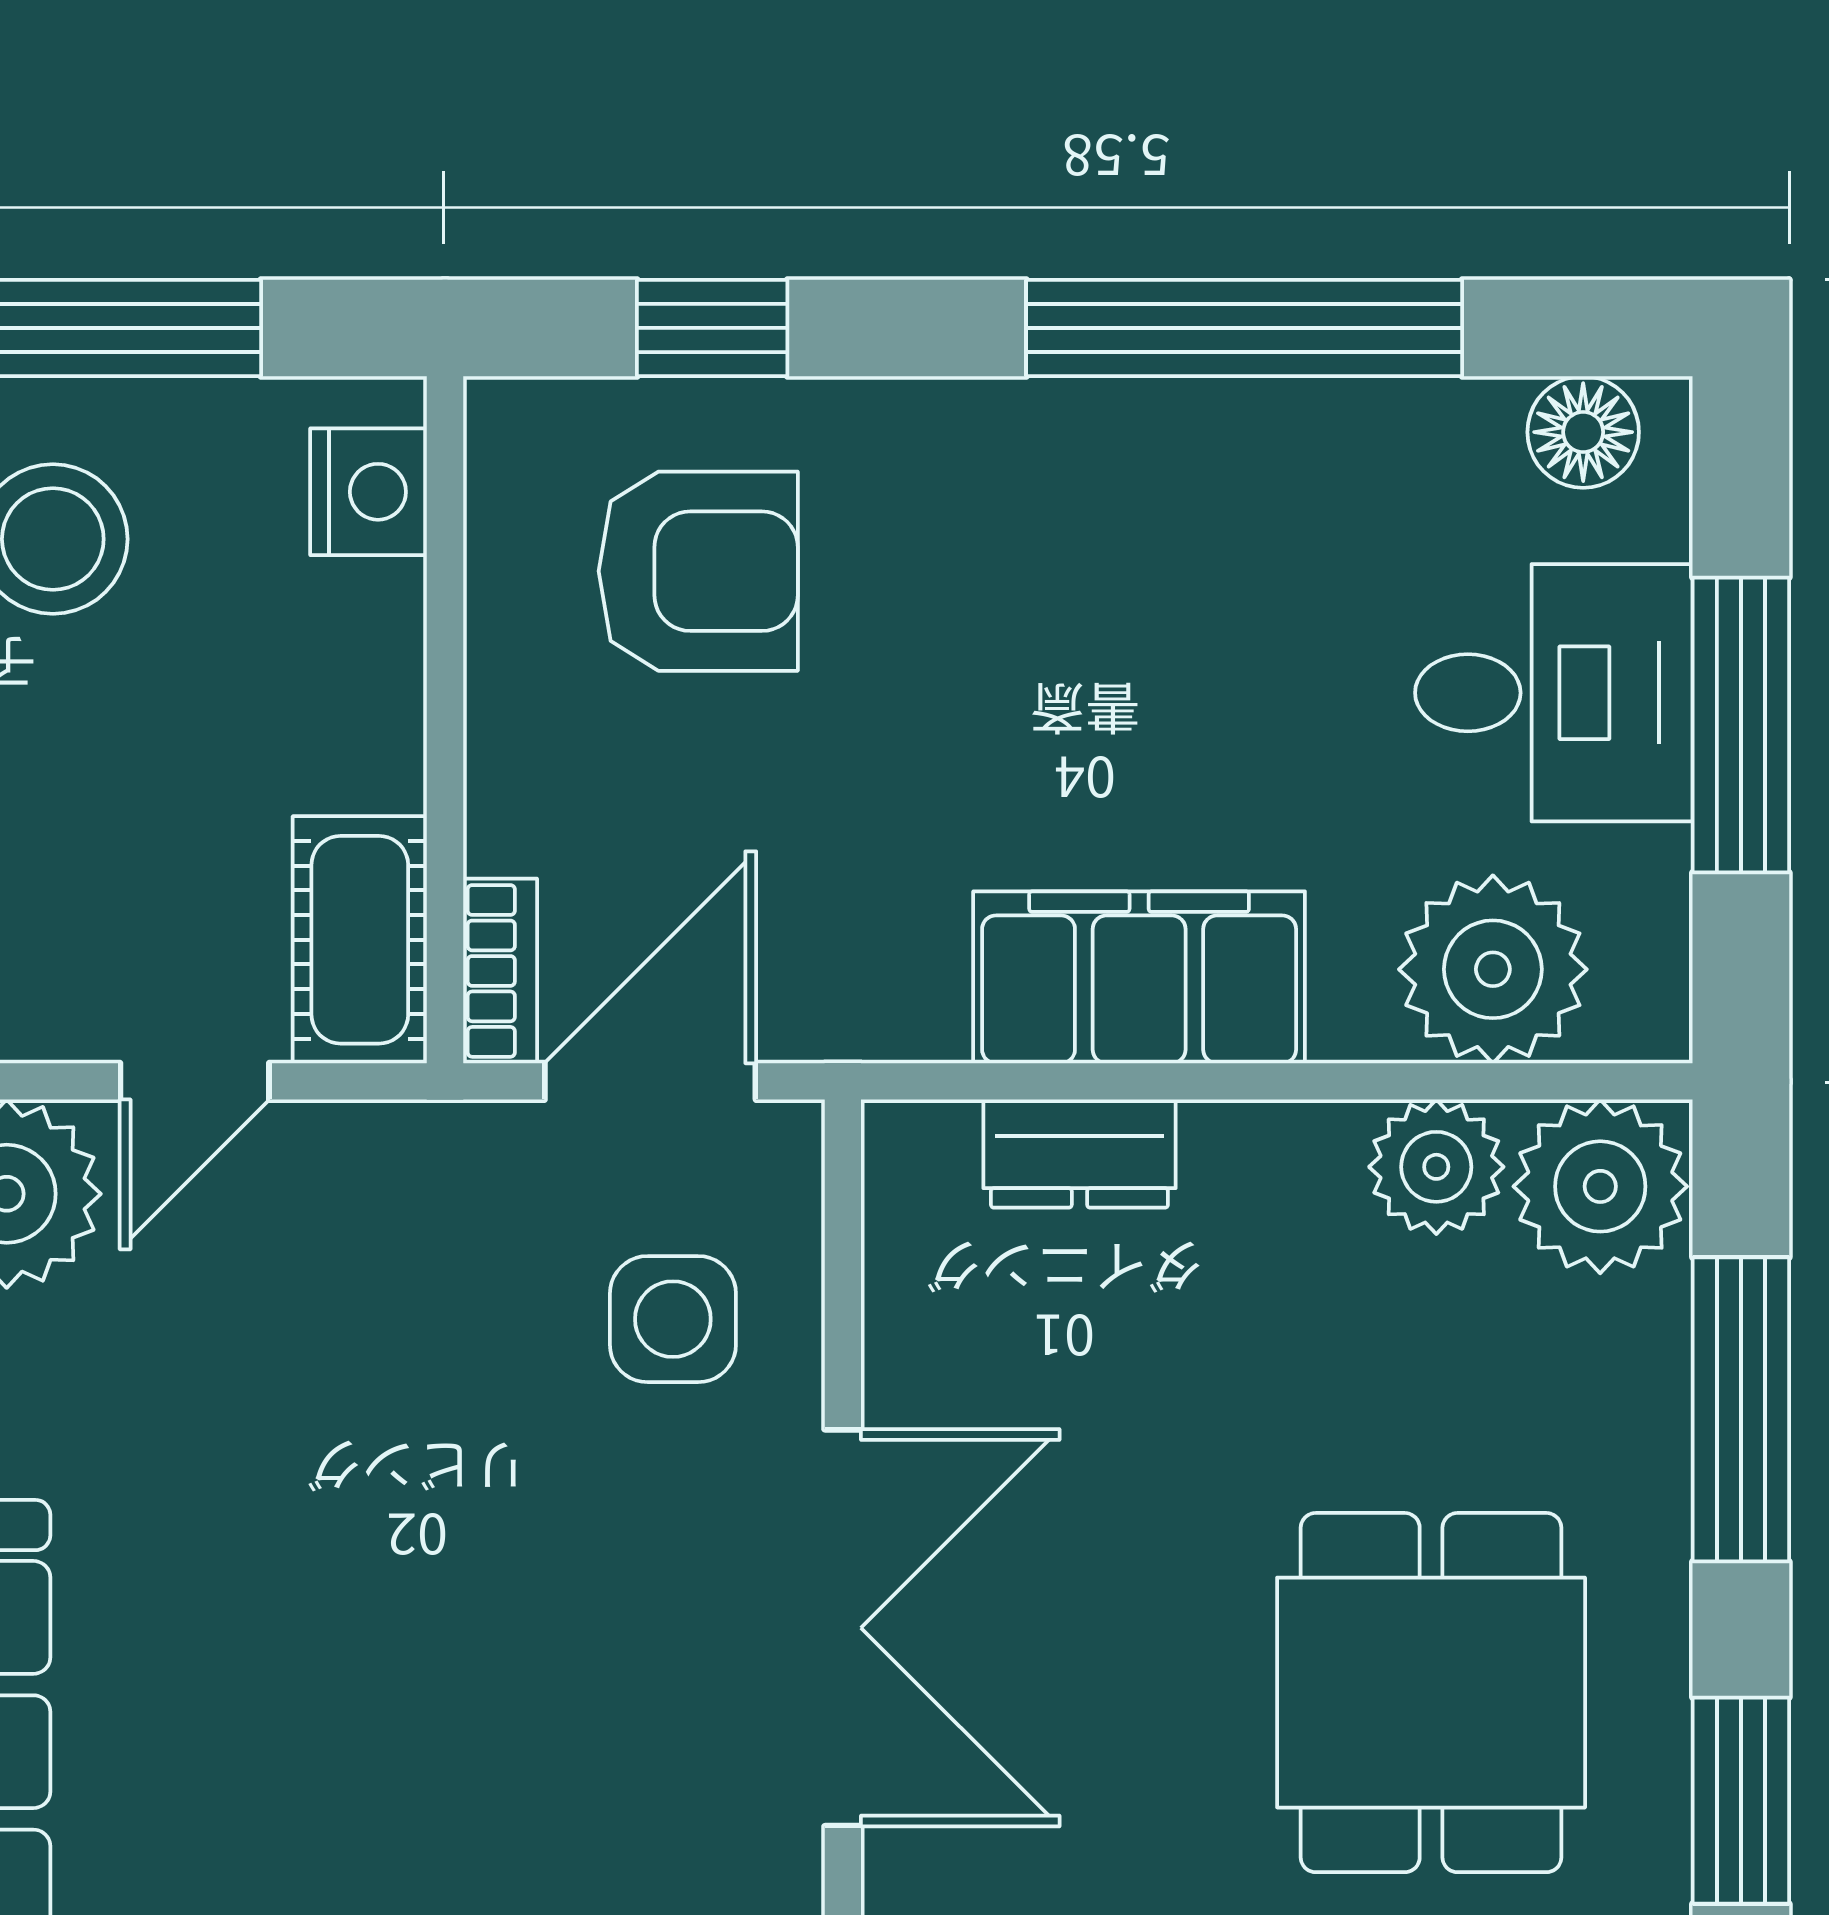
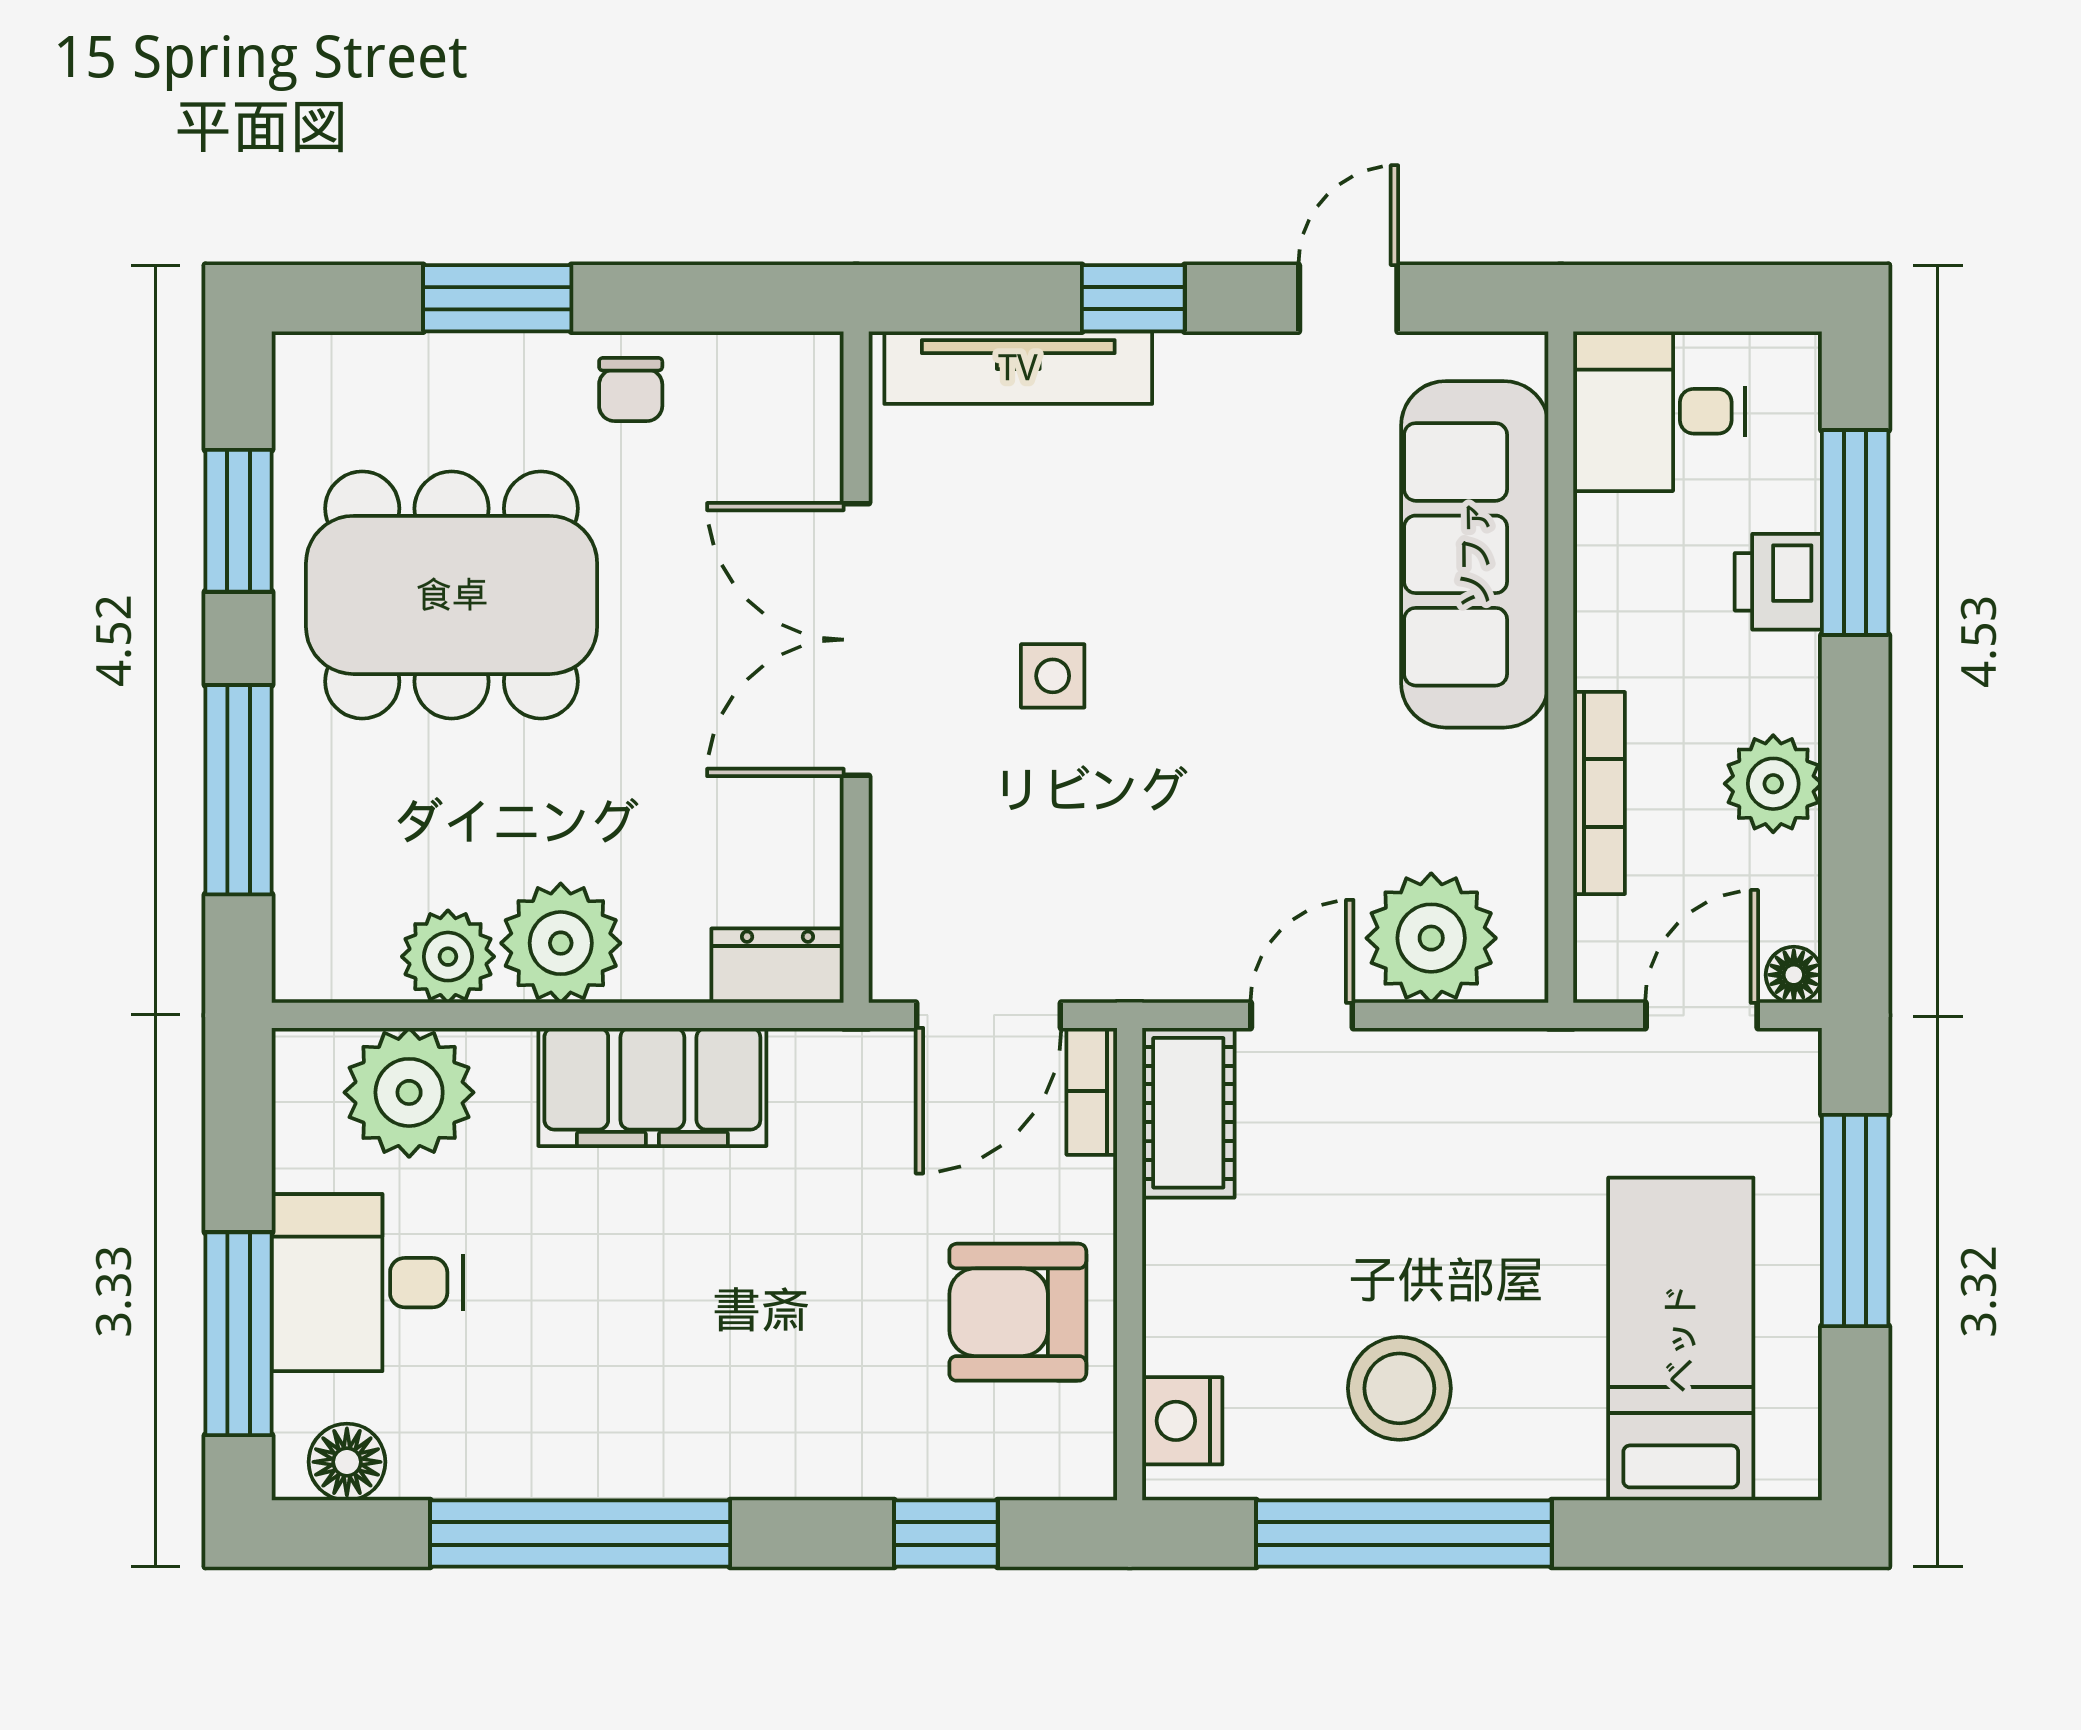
armchair: (698, 571) -> (1018, 1312), moved
window: (1741, 725) -> (238, 1334), moved
dresser: (1079, 1154) -> (777, 966), moved
plant: (1600, 1186) -> (561, 943), moved
side table: (673, 1319) -> (1053, 676), moved, width x0.73, depth x0.73
dining table: (1431, 1693) -> (452, 595), width x1.38

